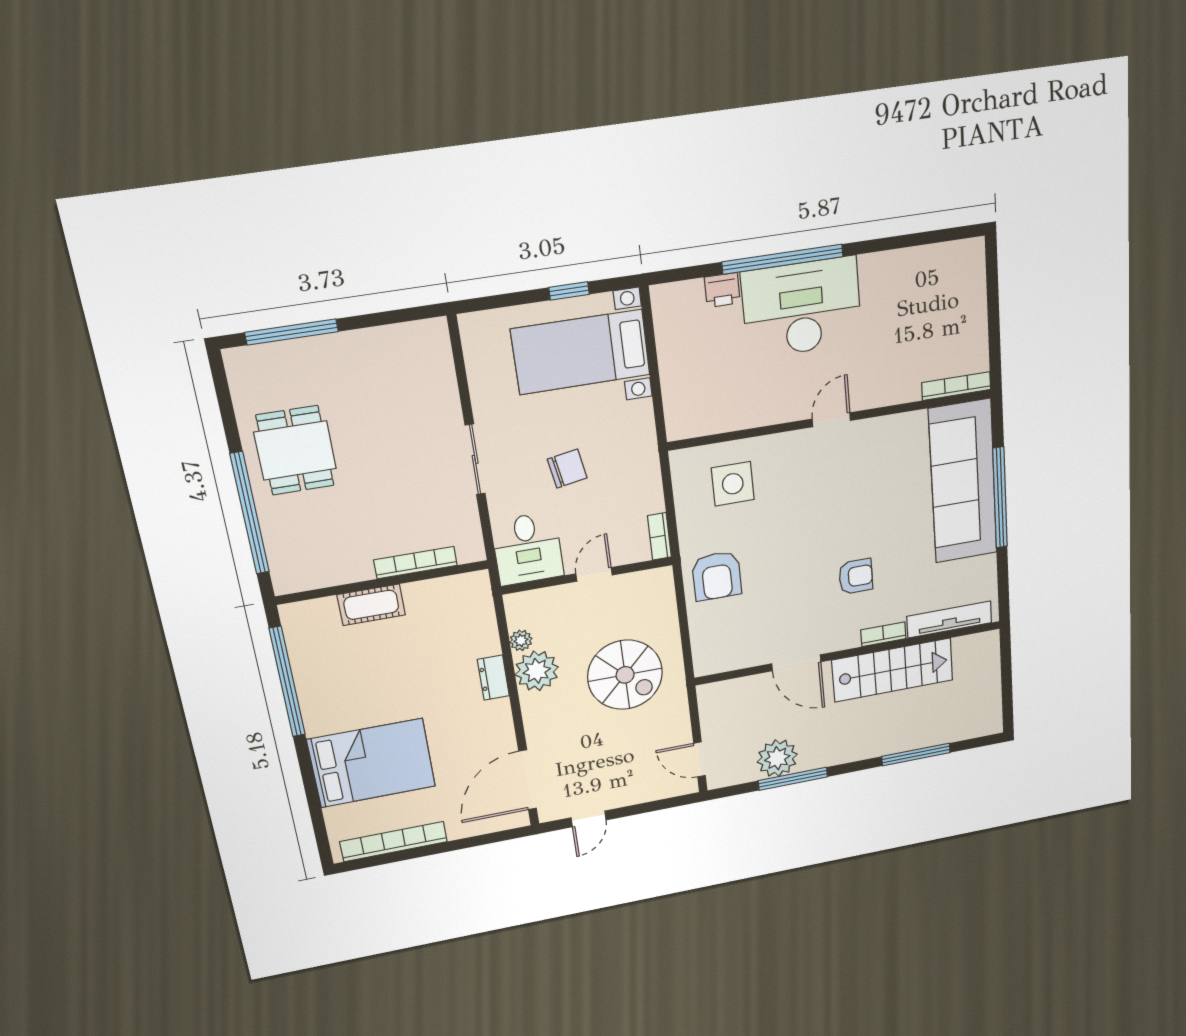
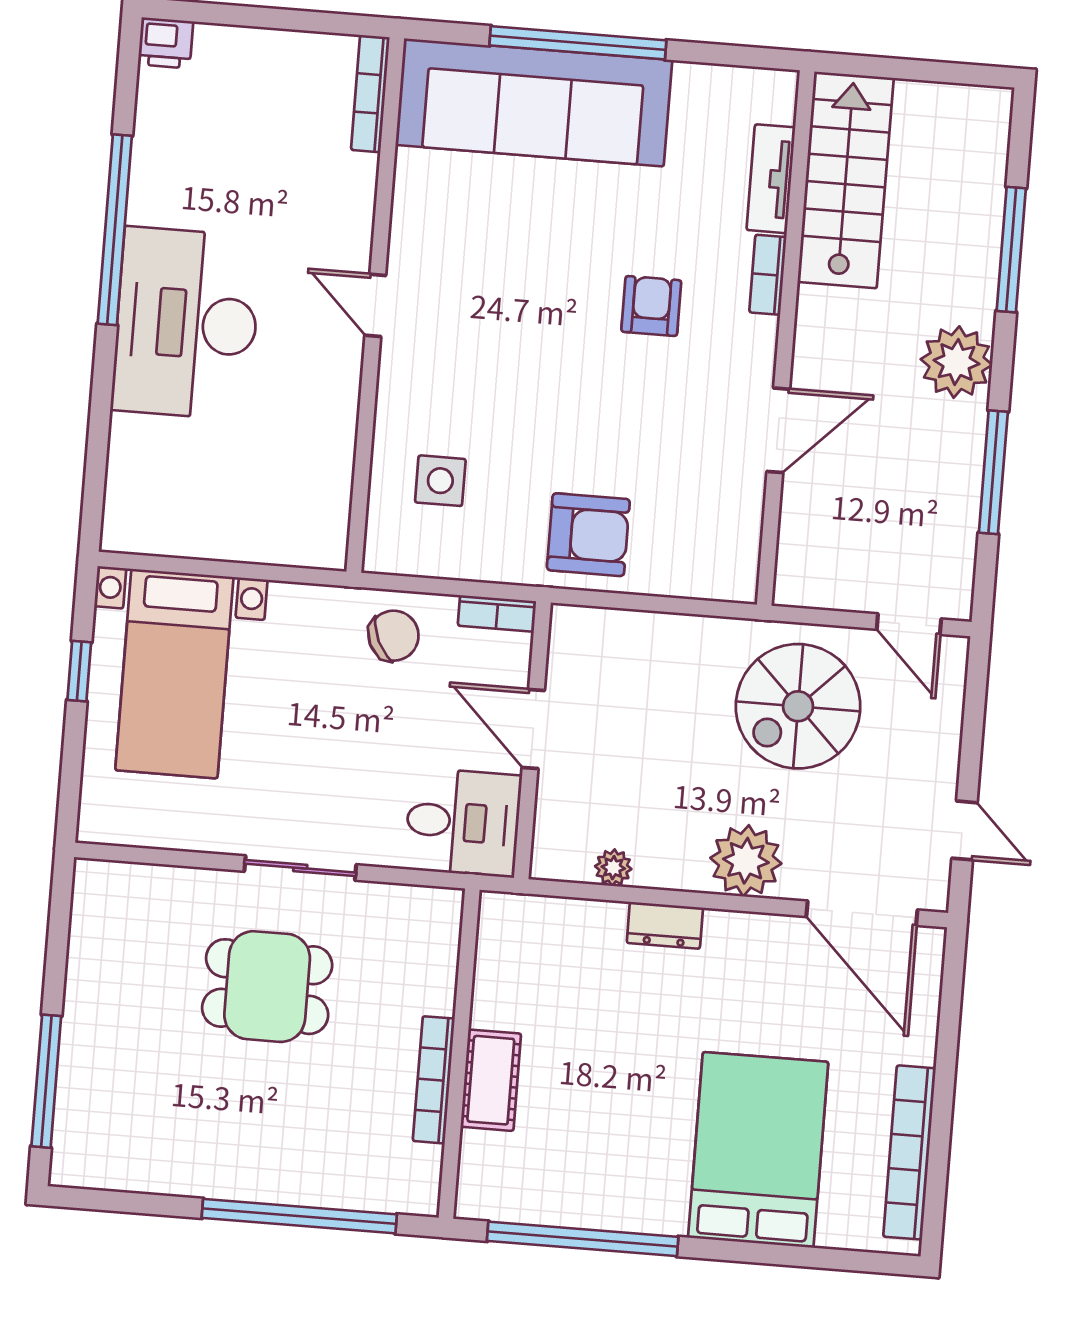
window: (783, 259) -> (115, 230), moved
printer: (722, 290) -> (166, 43), moved, turned 90
dining table: (295, 450) -> (267, 987), moved
chair: (567, 469) -> (394, 636), moved, turned 75
side table: (733, 484) -> (440, 481), width x0.73, depth x0.73
bookcase: (415, 563) -> (434, 1080), moved
door: (594, 574) -> (533, 729), width x1.38
tv unit: (949, 620) -> (771, 179), width x0.71
stairs: (893, 670) -> (846, 180), moved
plant: (537, 671) -> (746, 861), moved
spiral stairs: (625, 675) -> (798, 706), moved, turned 180
plant: (777, 758) -> (956, 362), moved
door: (700, 759) -> (909, 624), hinge flipped

